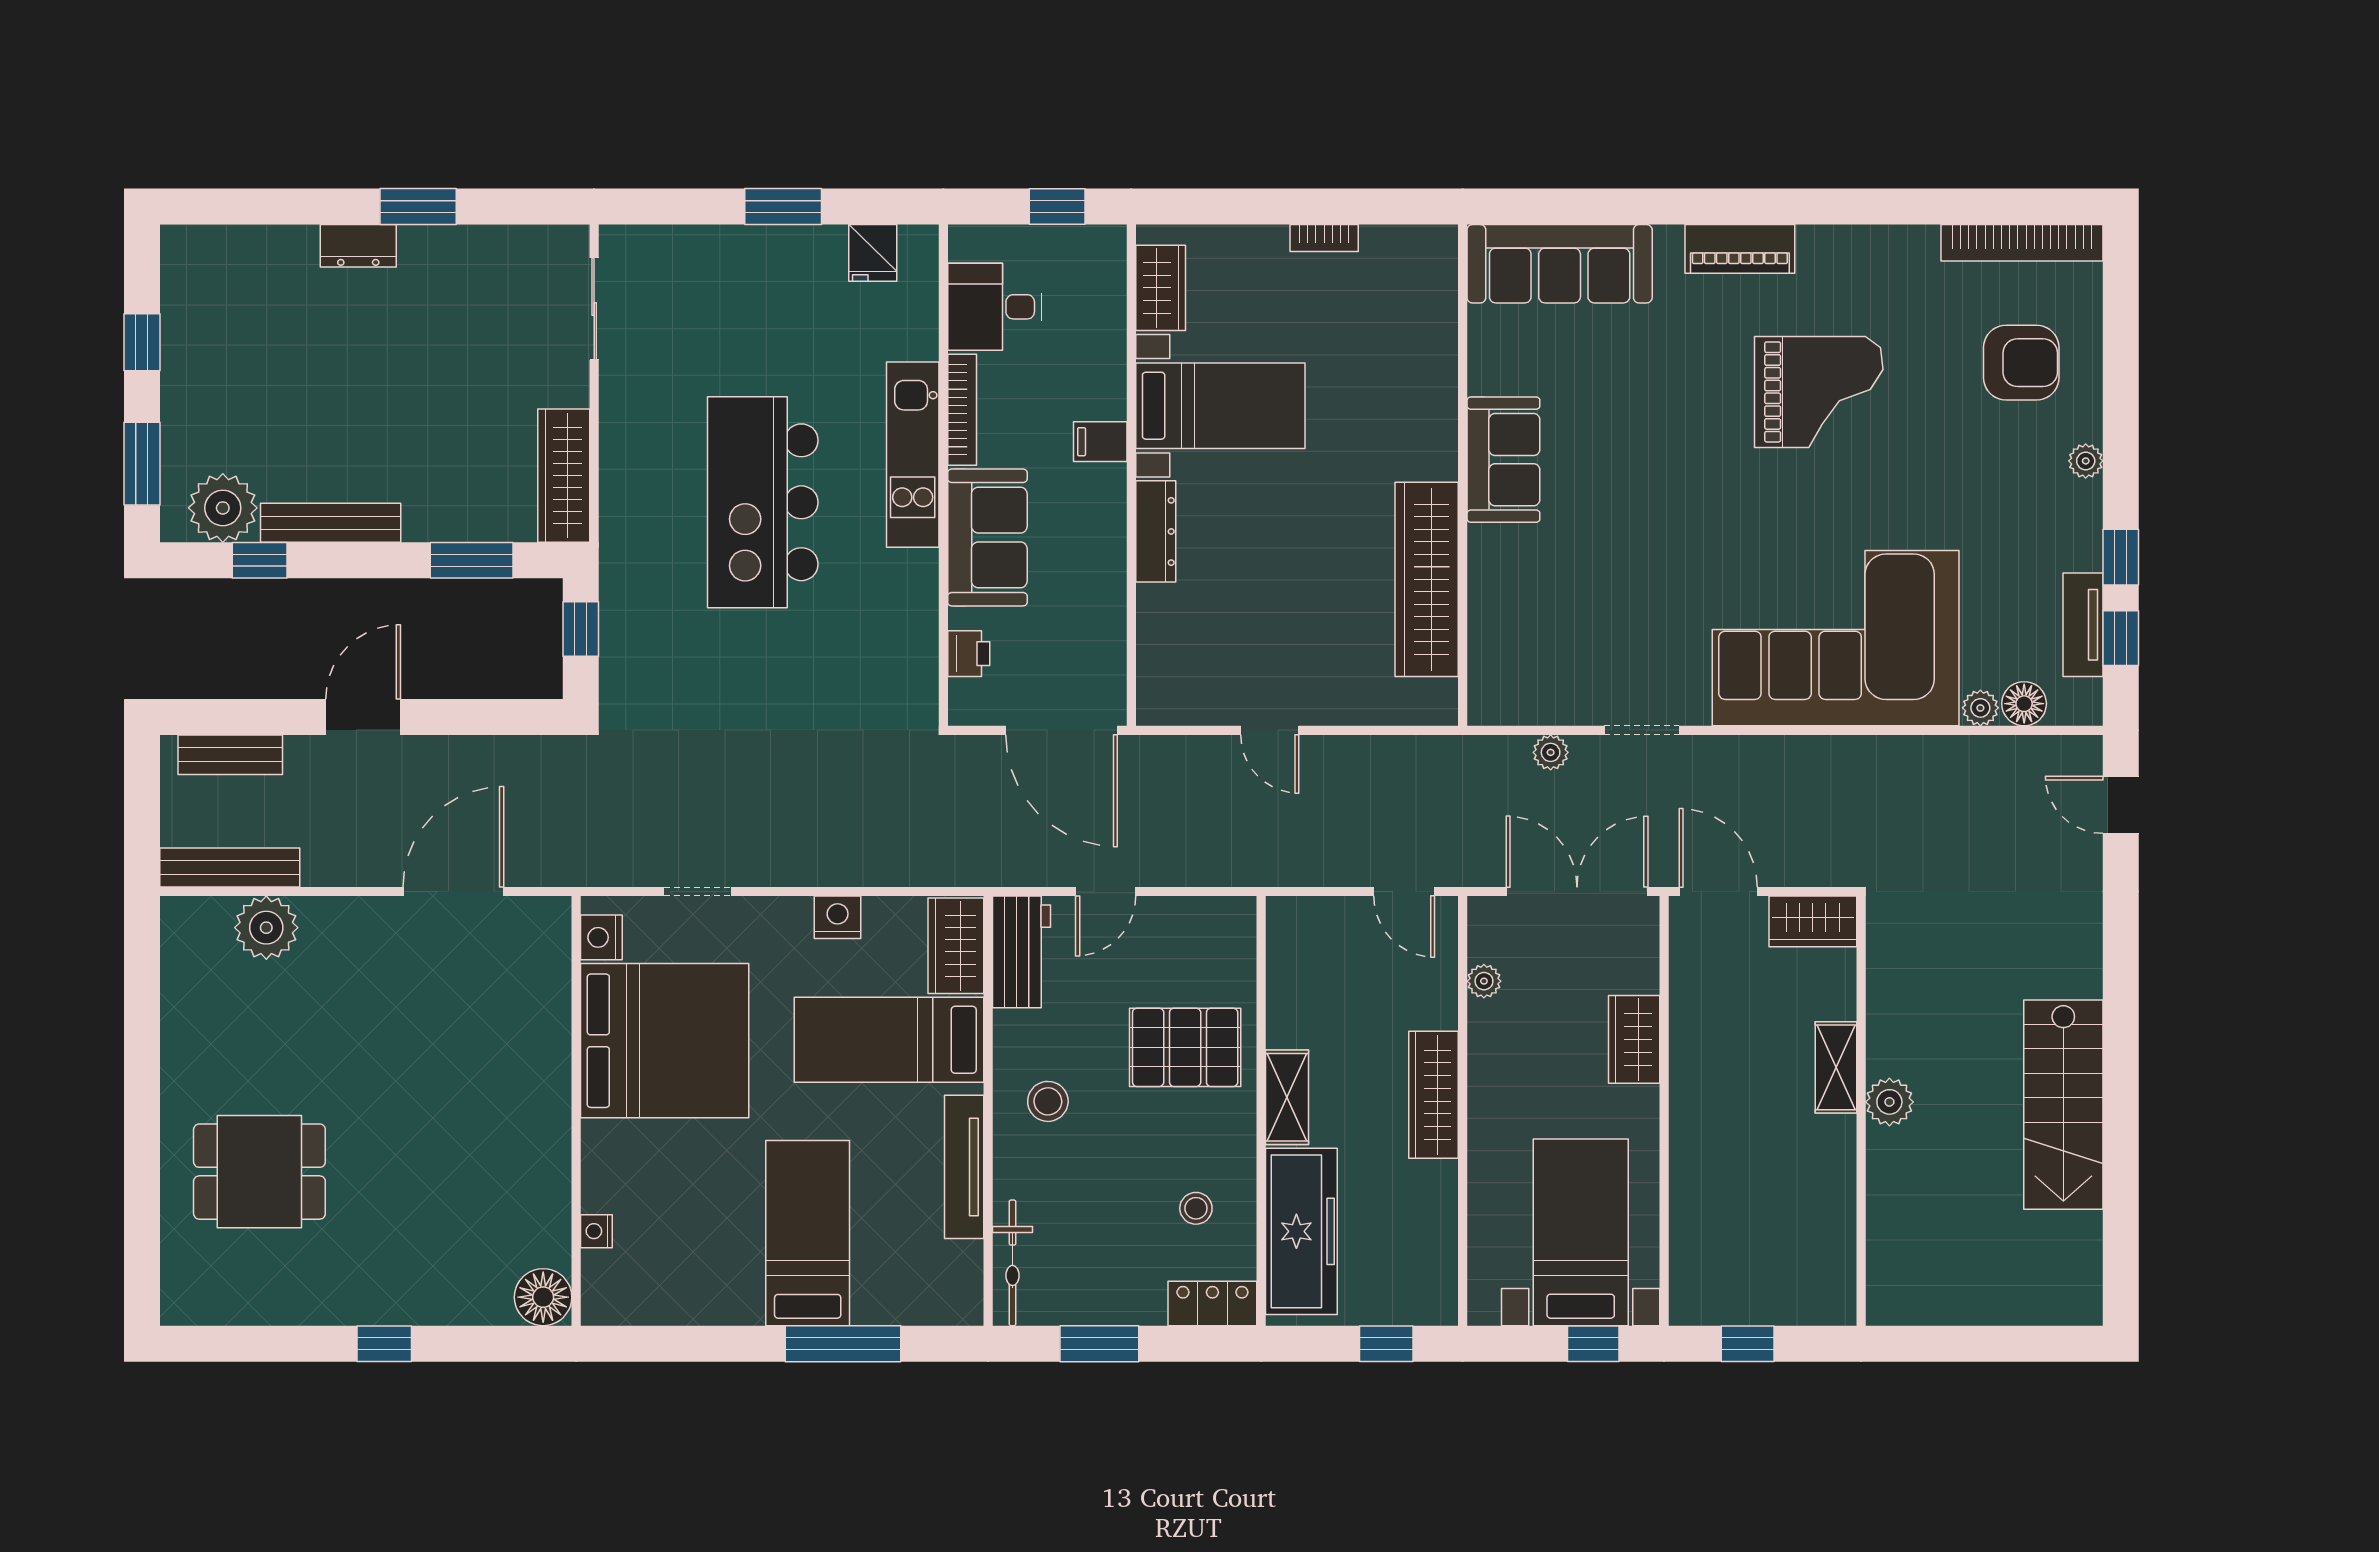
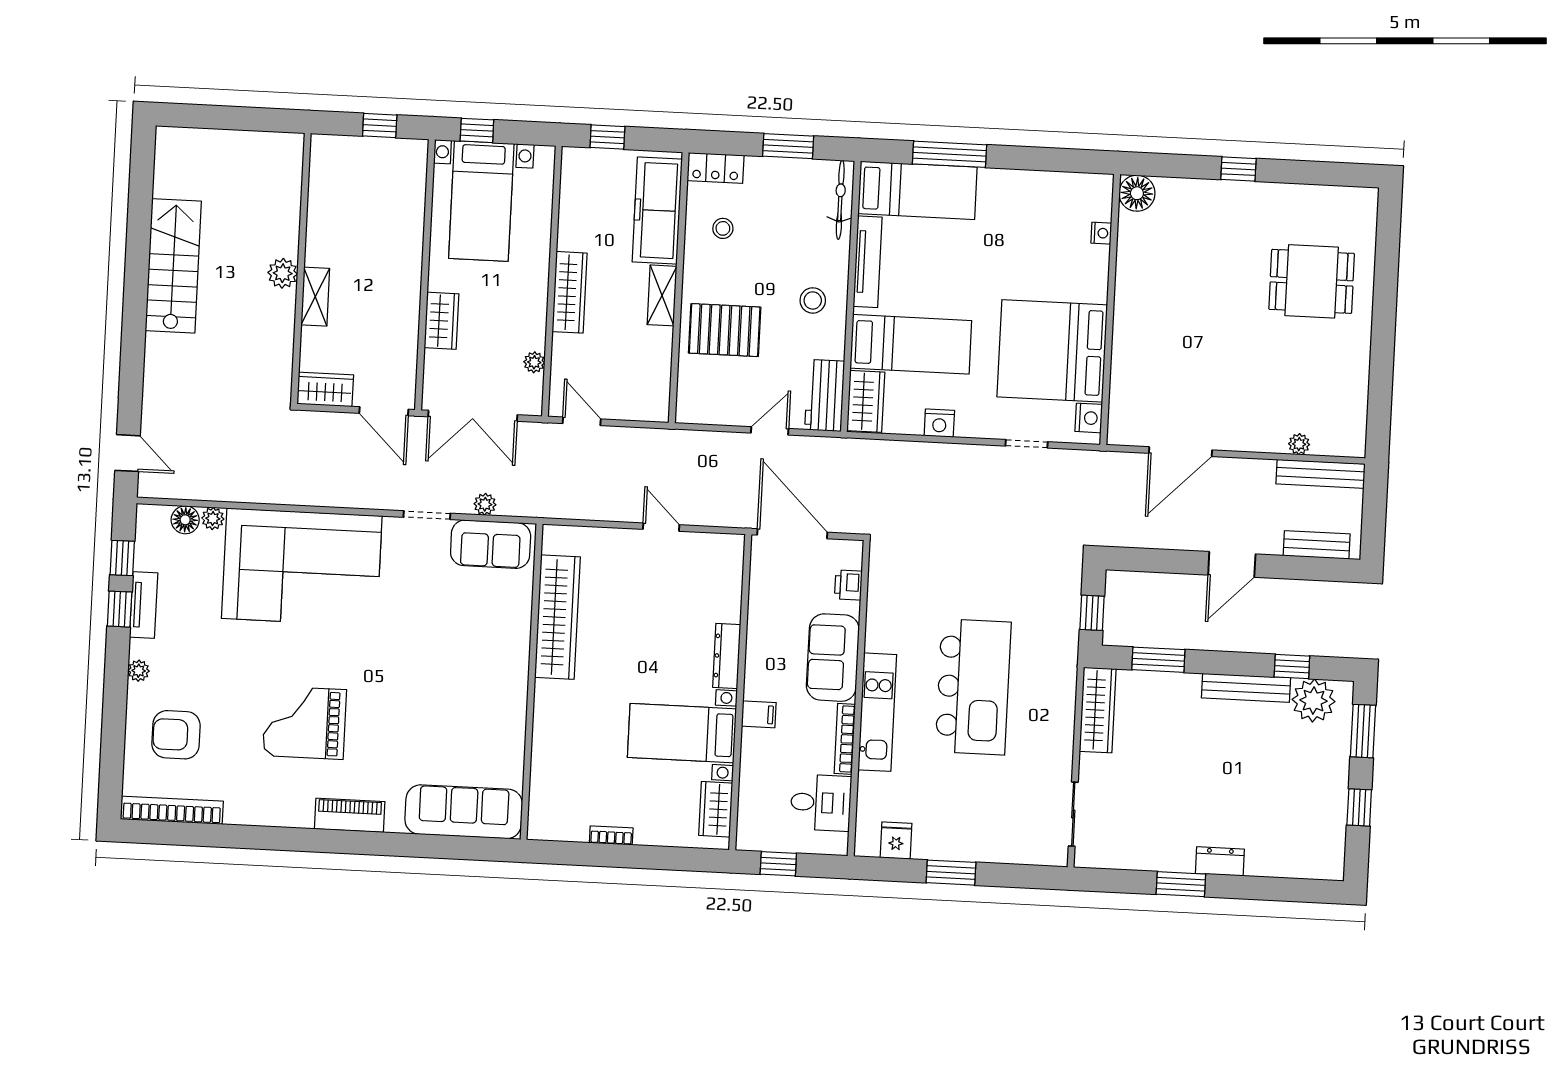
sofa: (1503, 460) -> (491, 544), moved, turned -90
tv unit: (2083, 625) -> (144, 605), moved
plant: (266, 928) -> (1299, 444), width x0.53, depth x0.53
bed: (808, 1233) -> (917, 190), moved, turned -90

